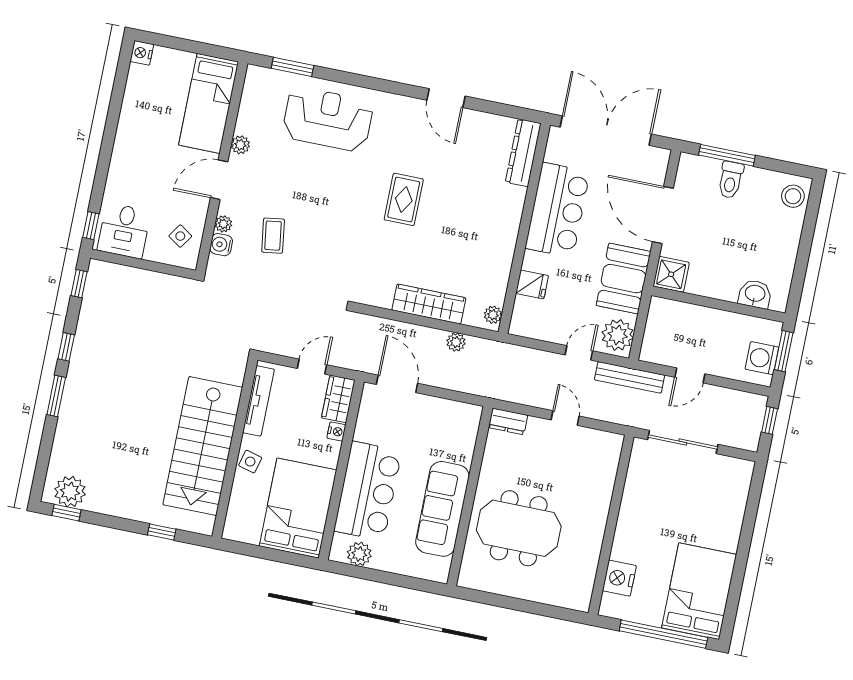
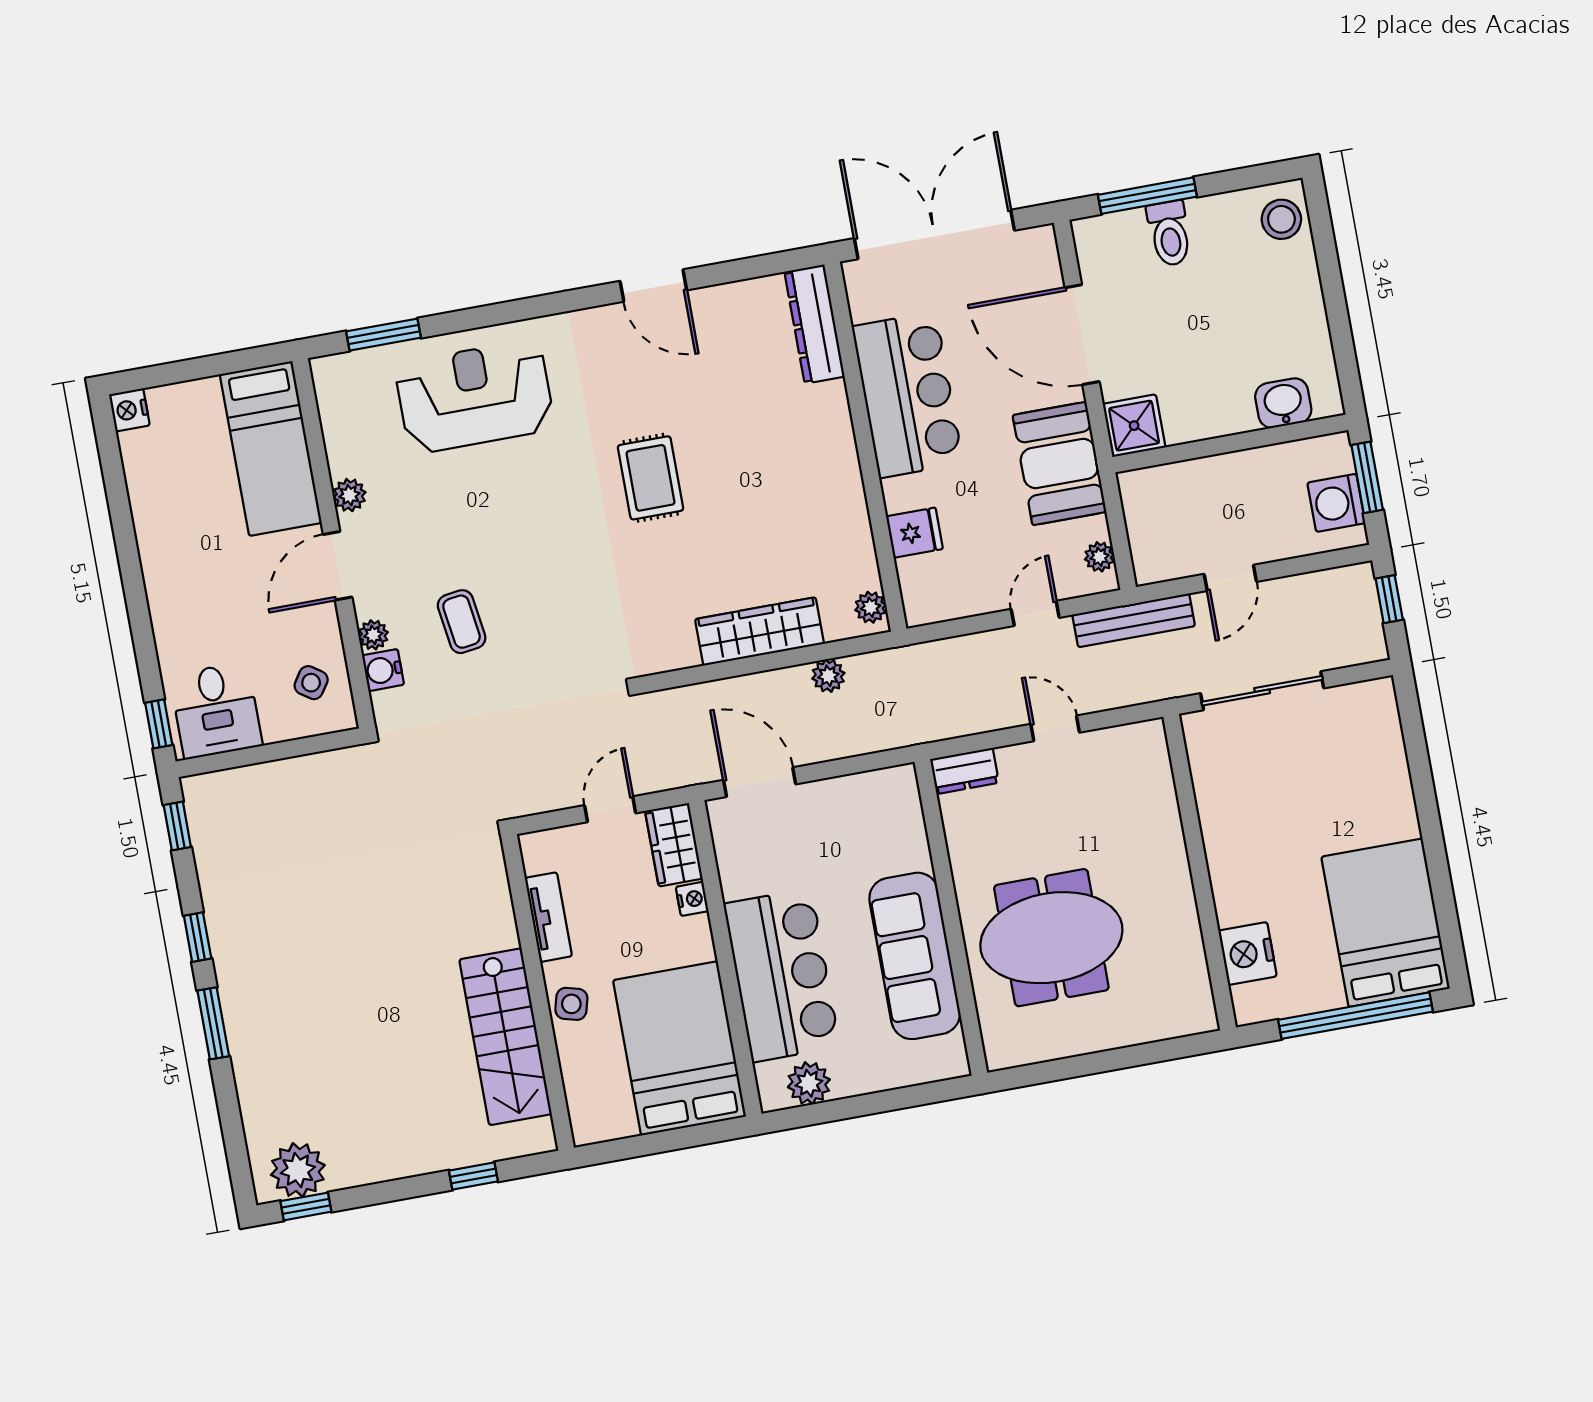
plant: (618, 335) -> (1099, 557), width x0.53, depth x0.53
tv unit: (258, 401) -> (548, 917), width x0.71
stairs: (203, 446) -> (505, 1037), width x0.73, depth x0.66

